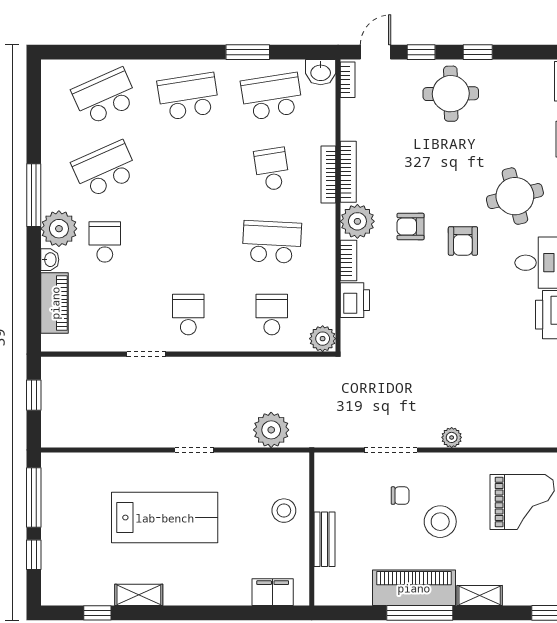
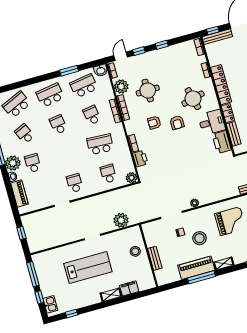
round table: (451, 94) -> (148, 91), moved
school desk: (105, 169) -> (25, 134), width x0.54
school desk: (188, 169) -> (58, 125), added
plant: (357, 221) -> (121, 87), moved
kitchen sink: (54, 578) -> (50, 304), added
filing cabinet: (273, 592) -> (129, 288), moved
shelving: (139, 595) -> (111, 295), moved

